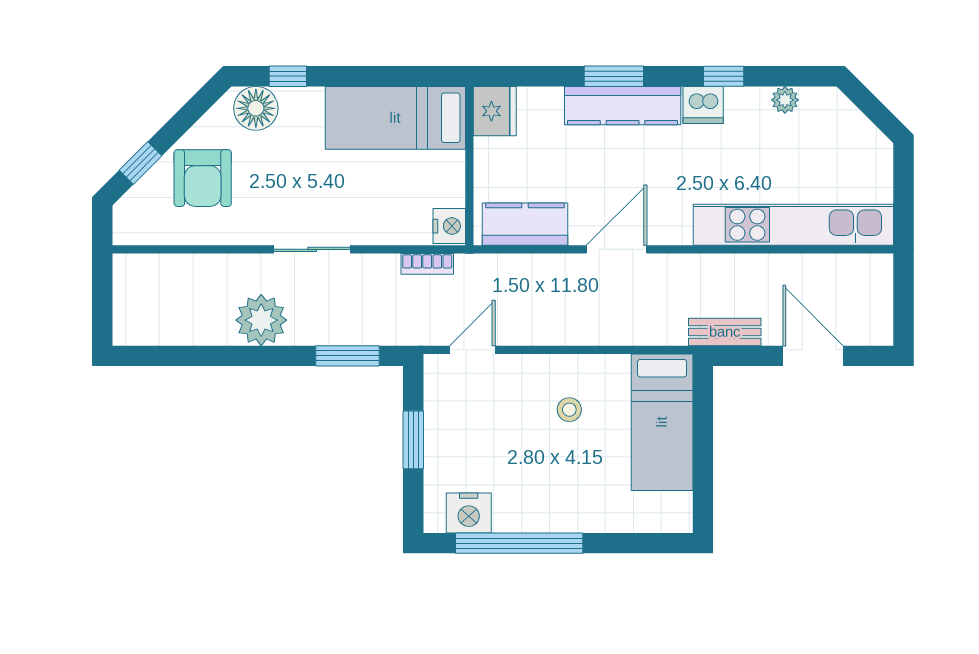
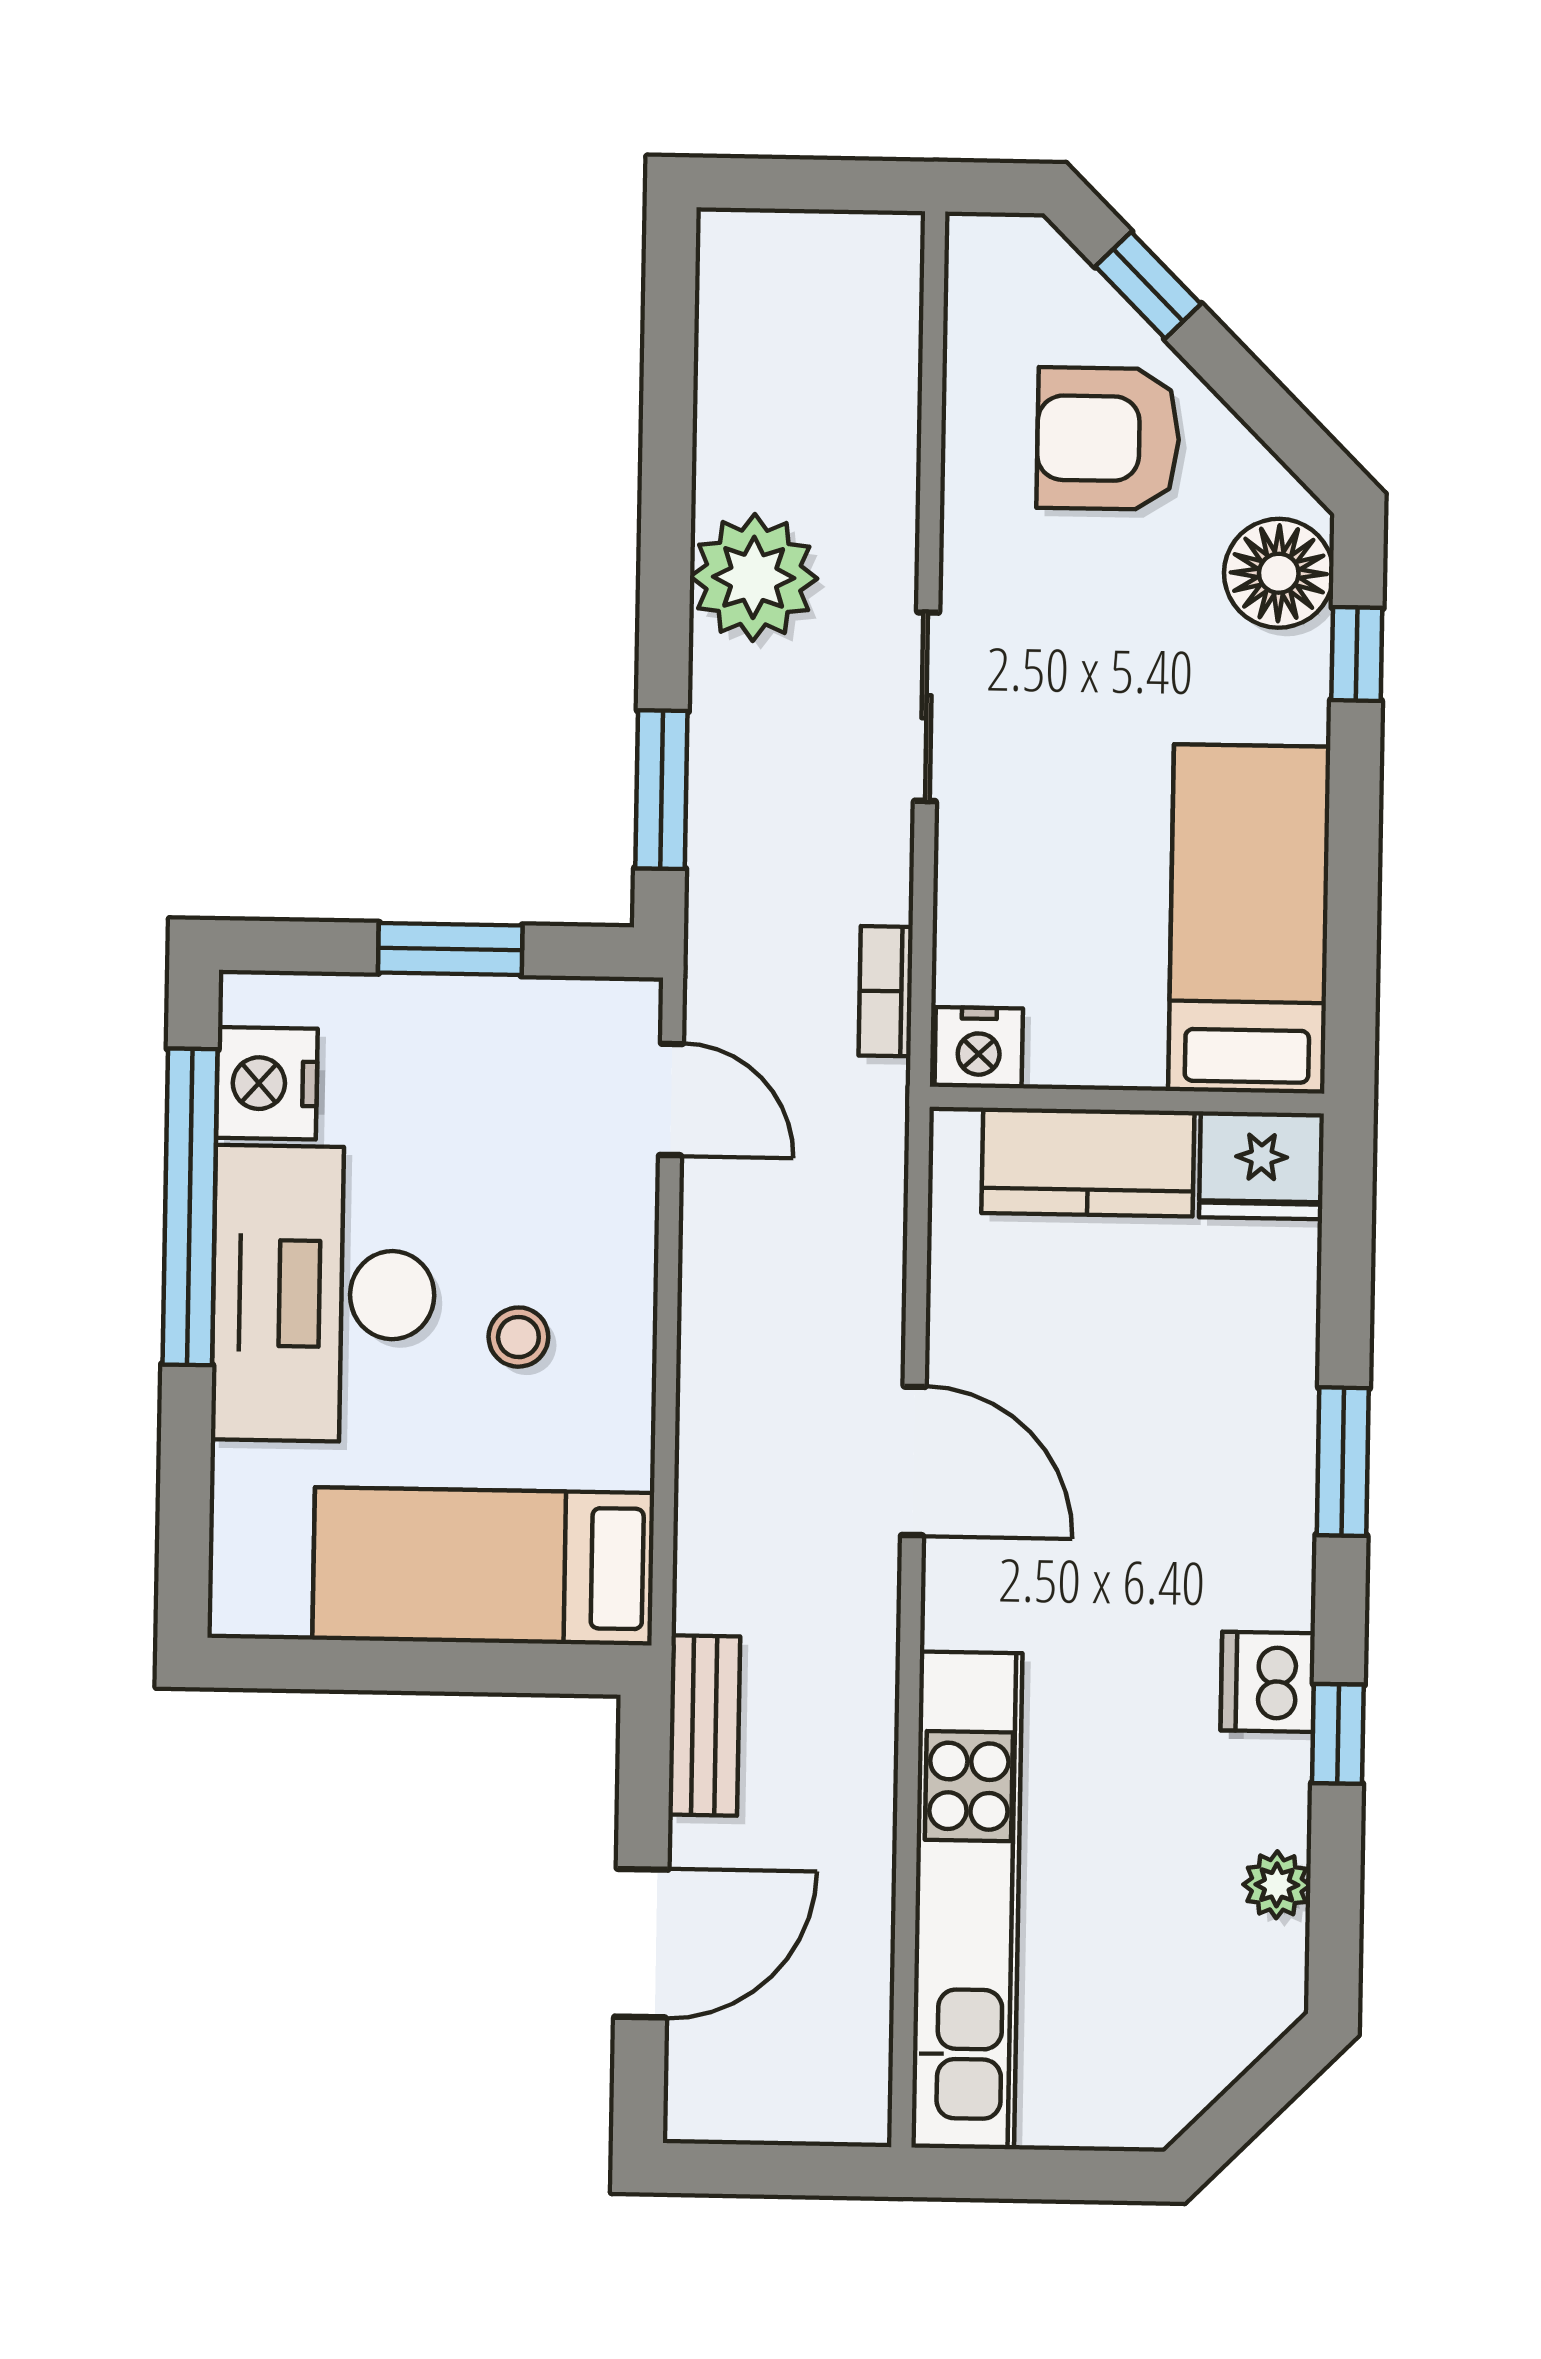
kitchen counter: (623, 106) -> (1270, 1482), removed
kitchen counter: (525, 224) -> (1088, 1162), moved, turned 90
desk: (553, 489) -> (324, 1294), added

